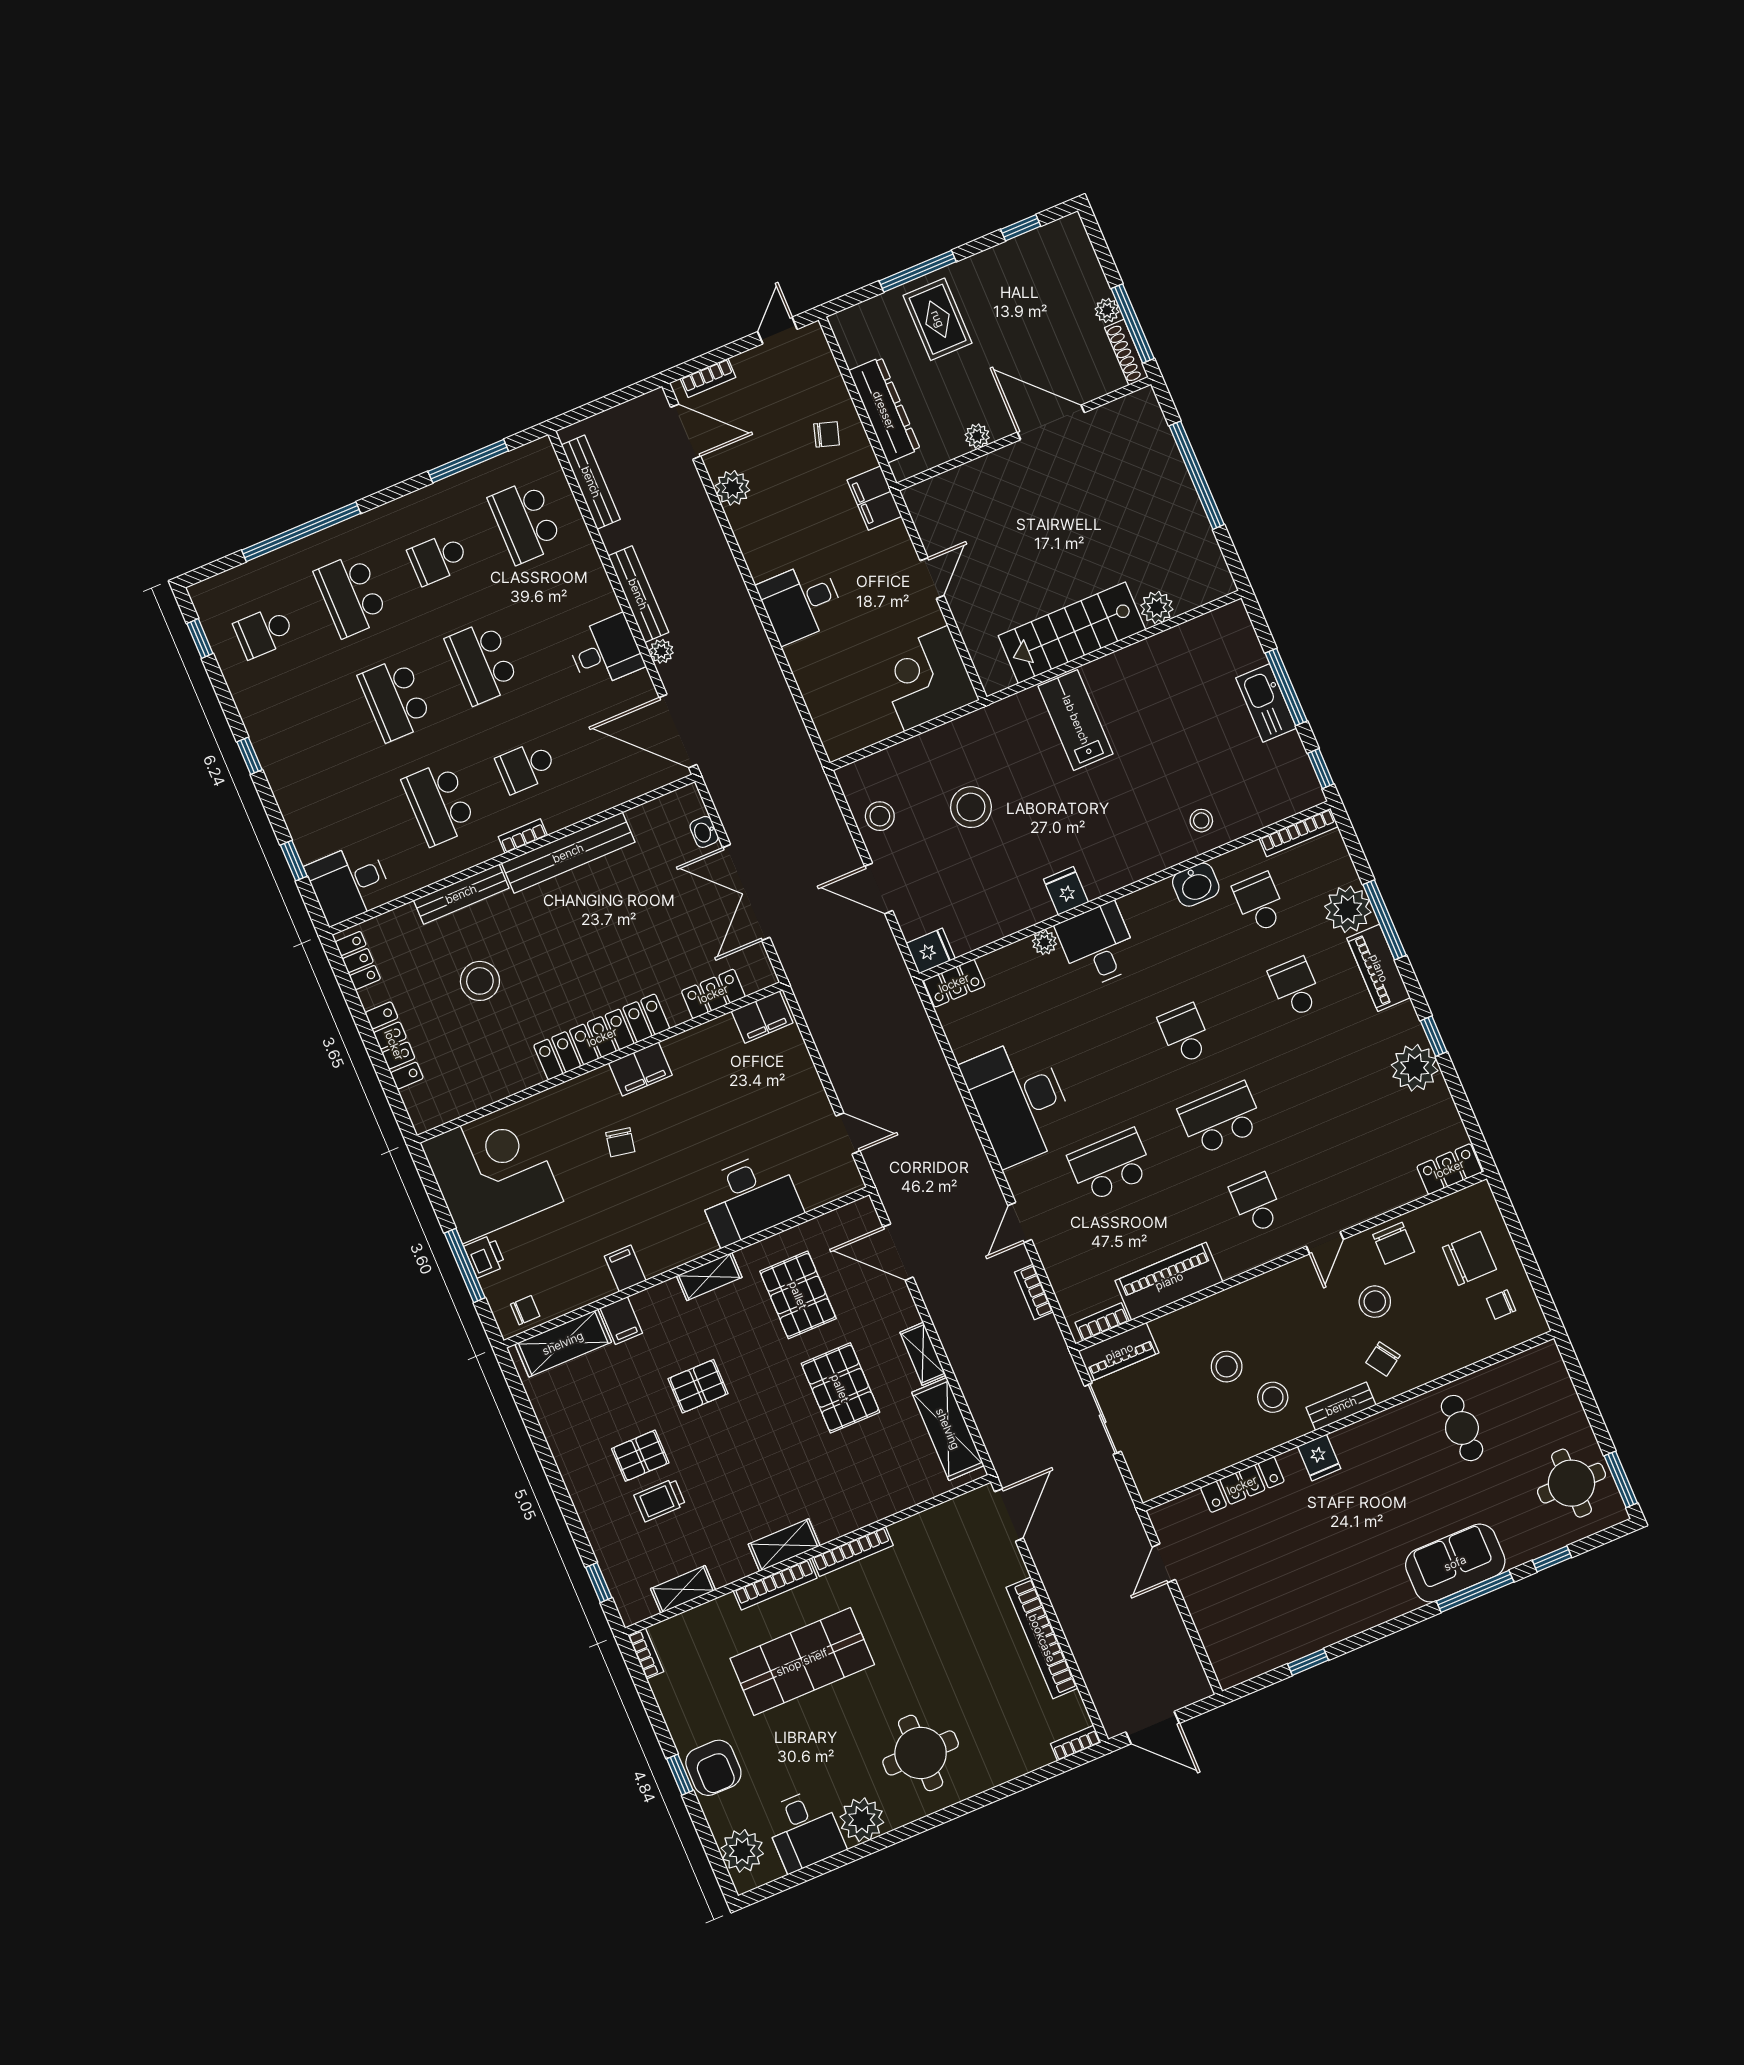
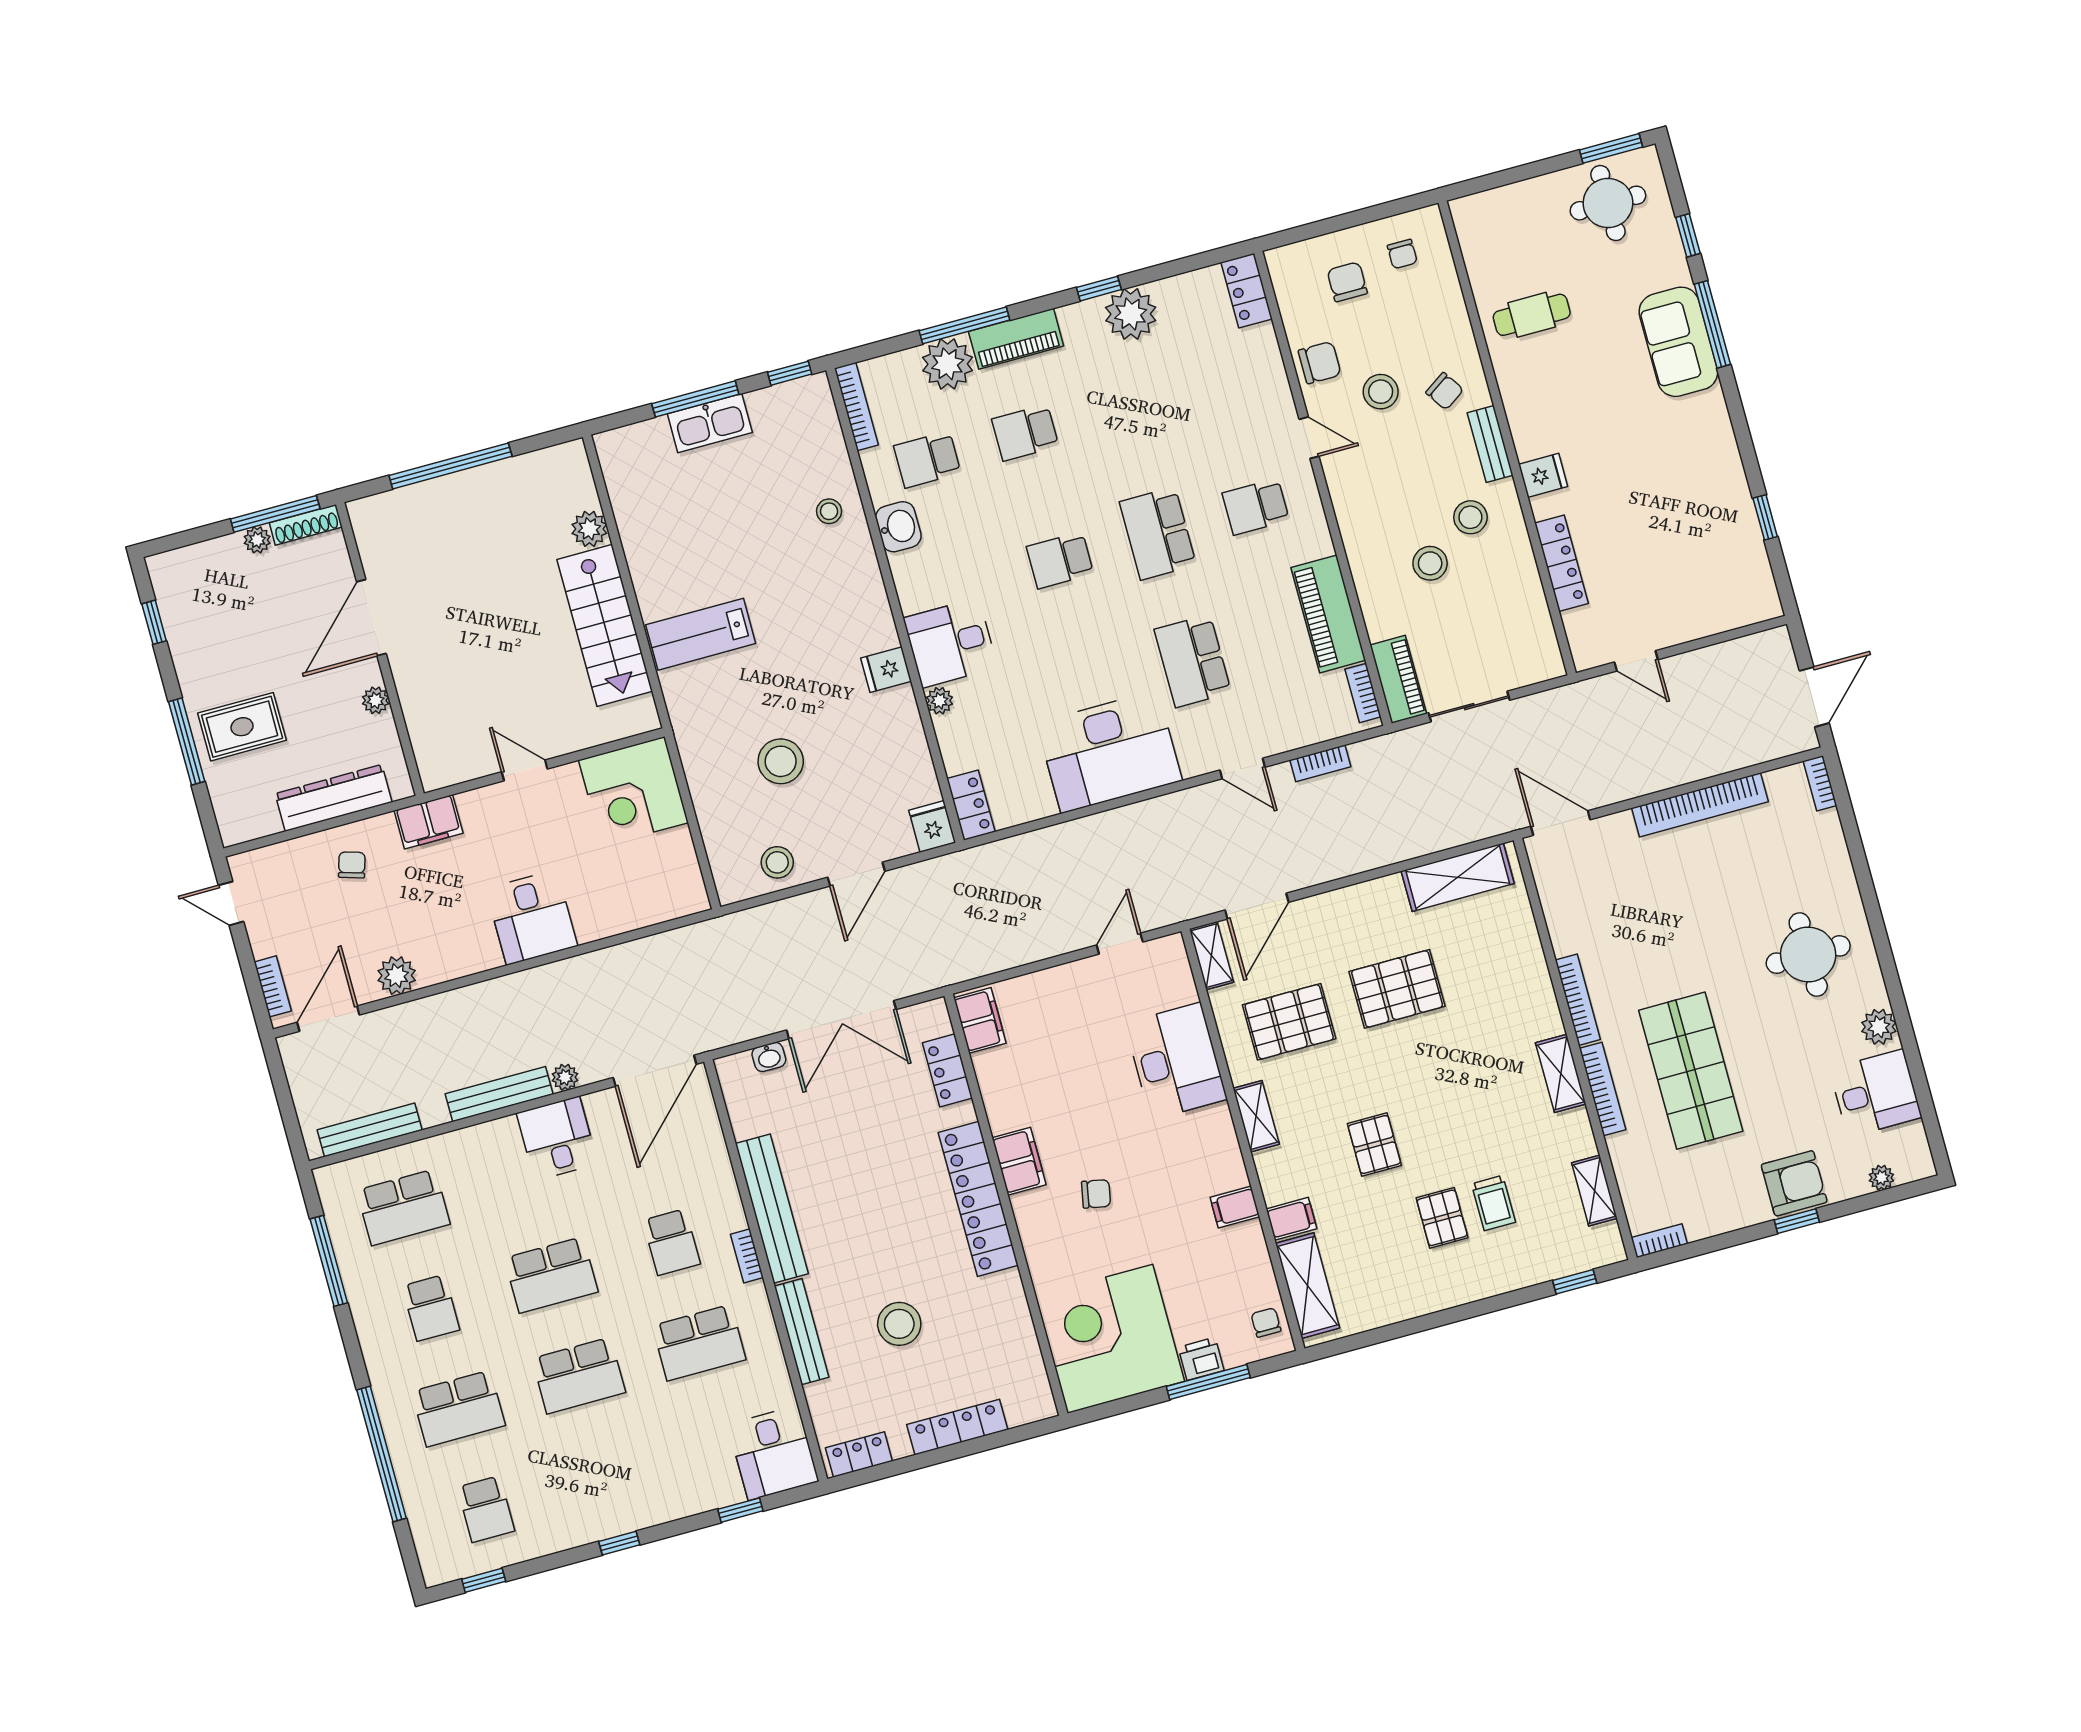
chair: (1469, 1258) -> (1347, 282), width x0.73, depth x0.73
shelving: (923, 1354) -> (1212, 956), moved, turned 90
plant: (862, 1820) -> (1879, 1027), width x0.73, depth x0.73
plant: (742, 1851) -> (1881, 1178), width x0.53, depth x0.53

